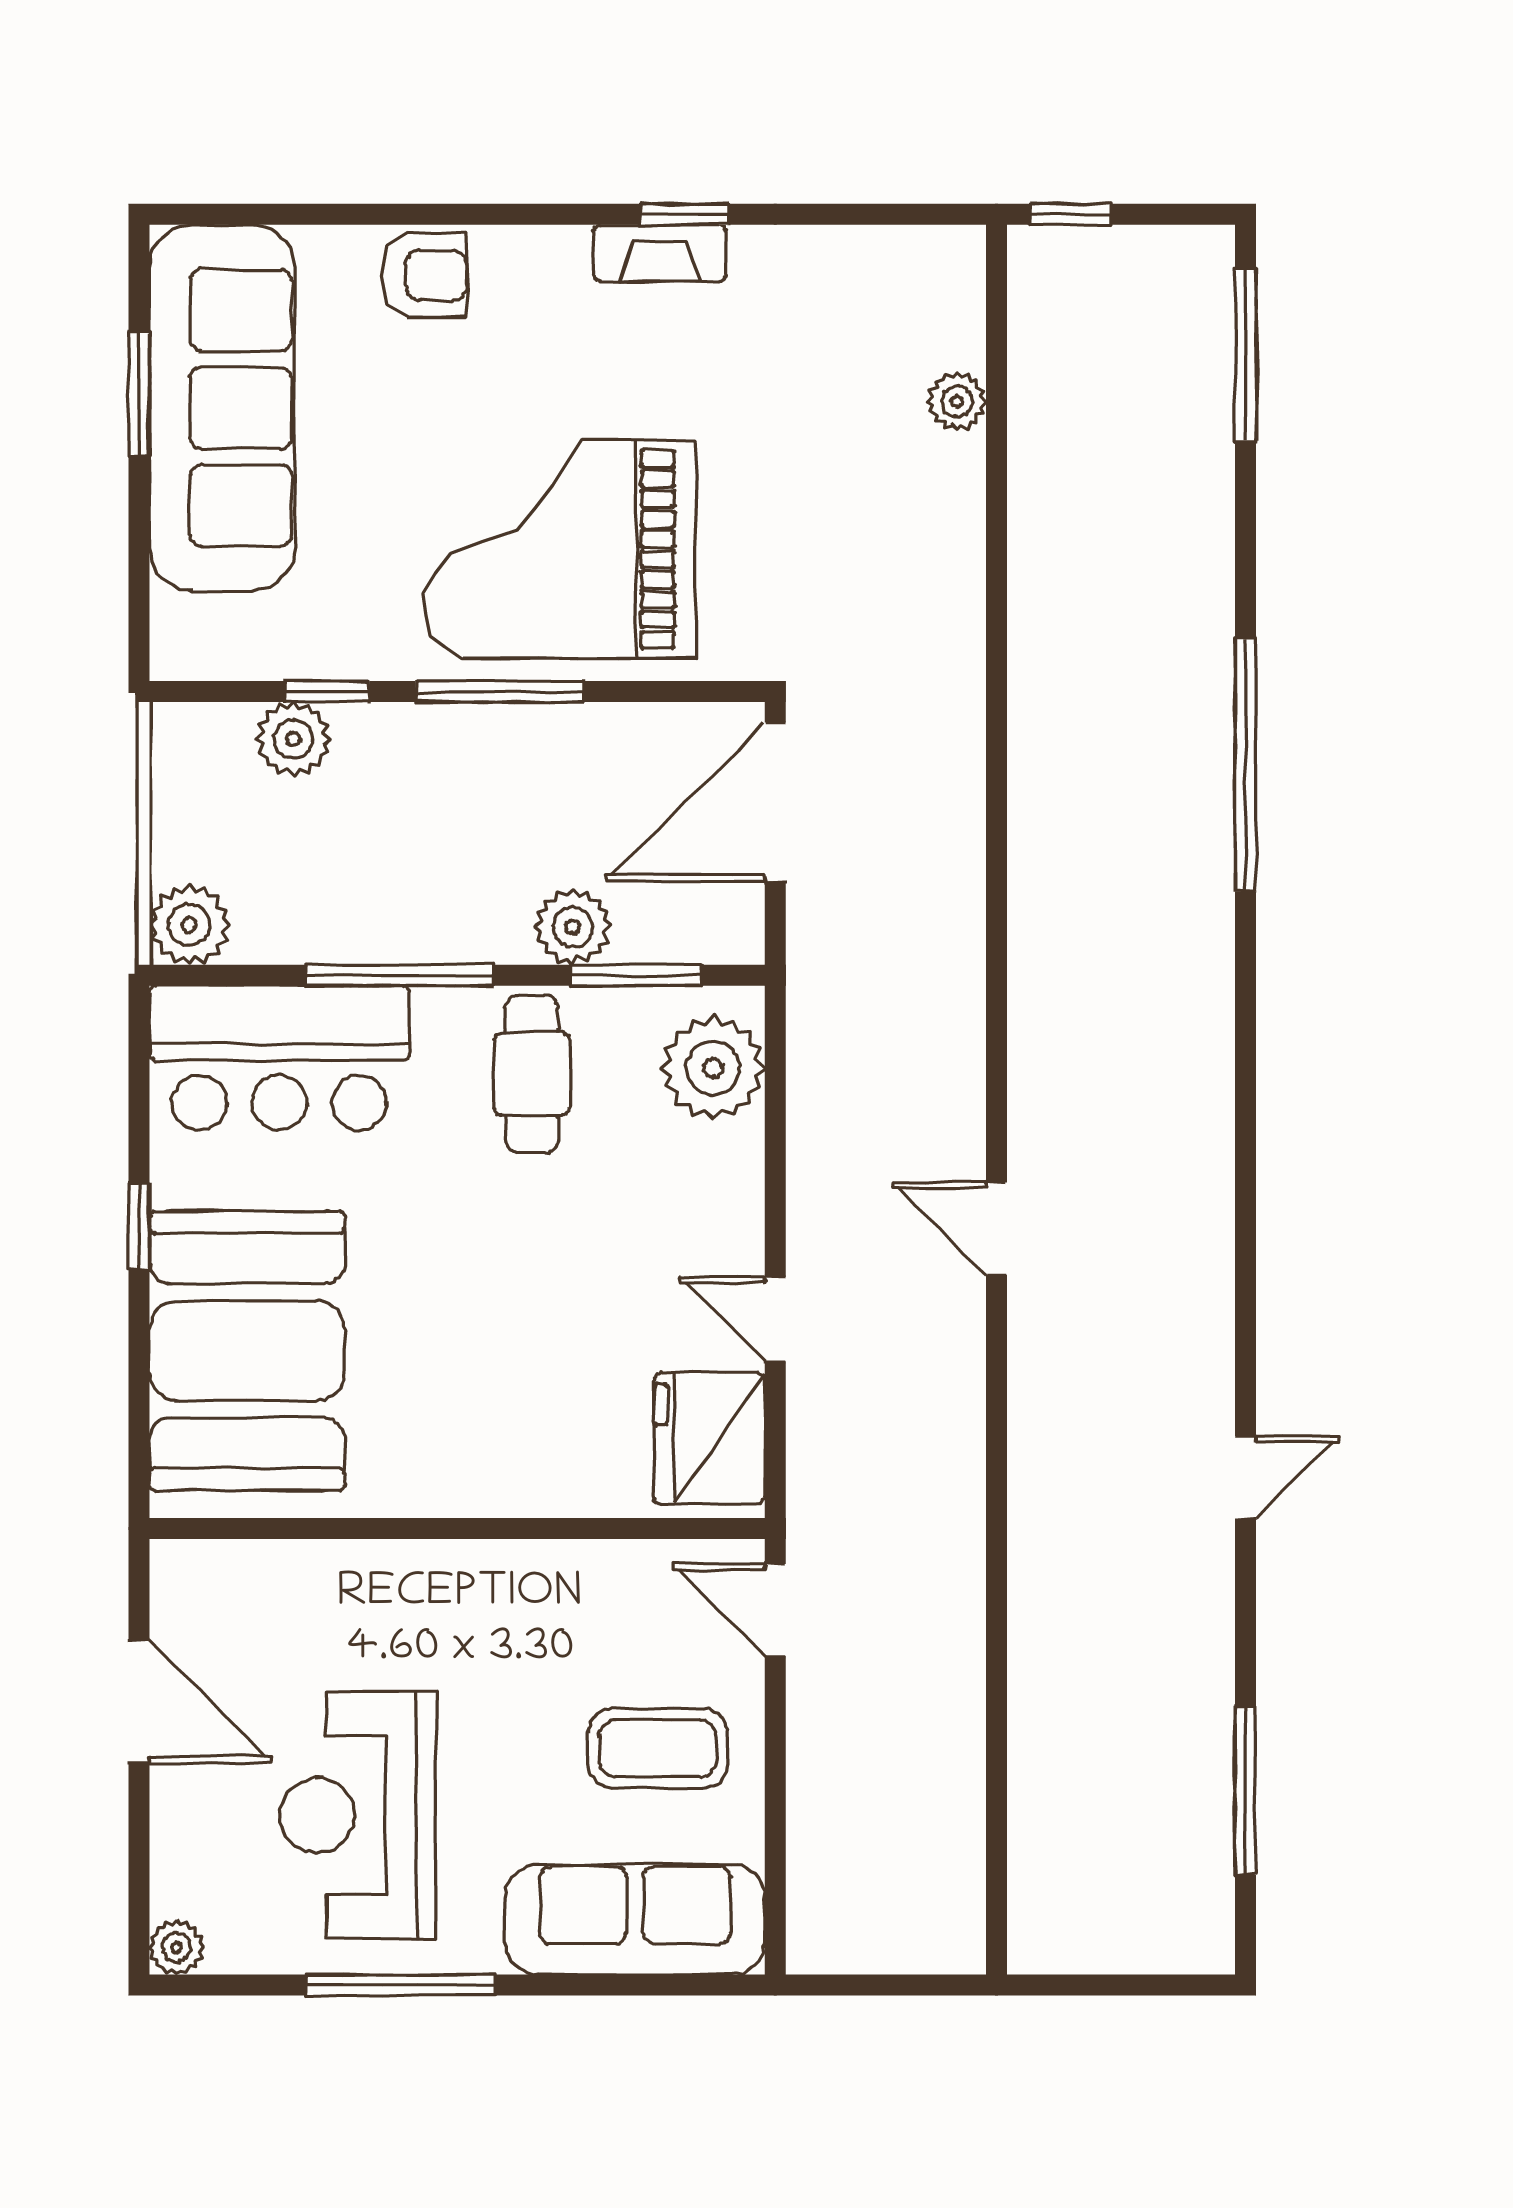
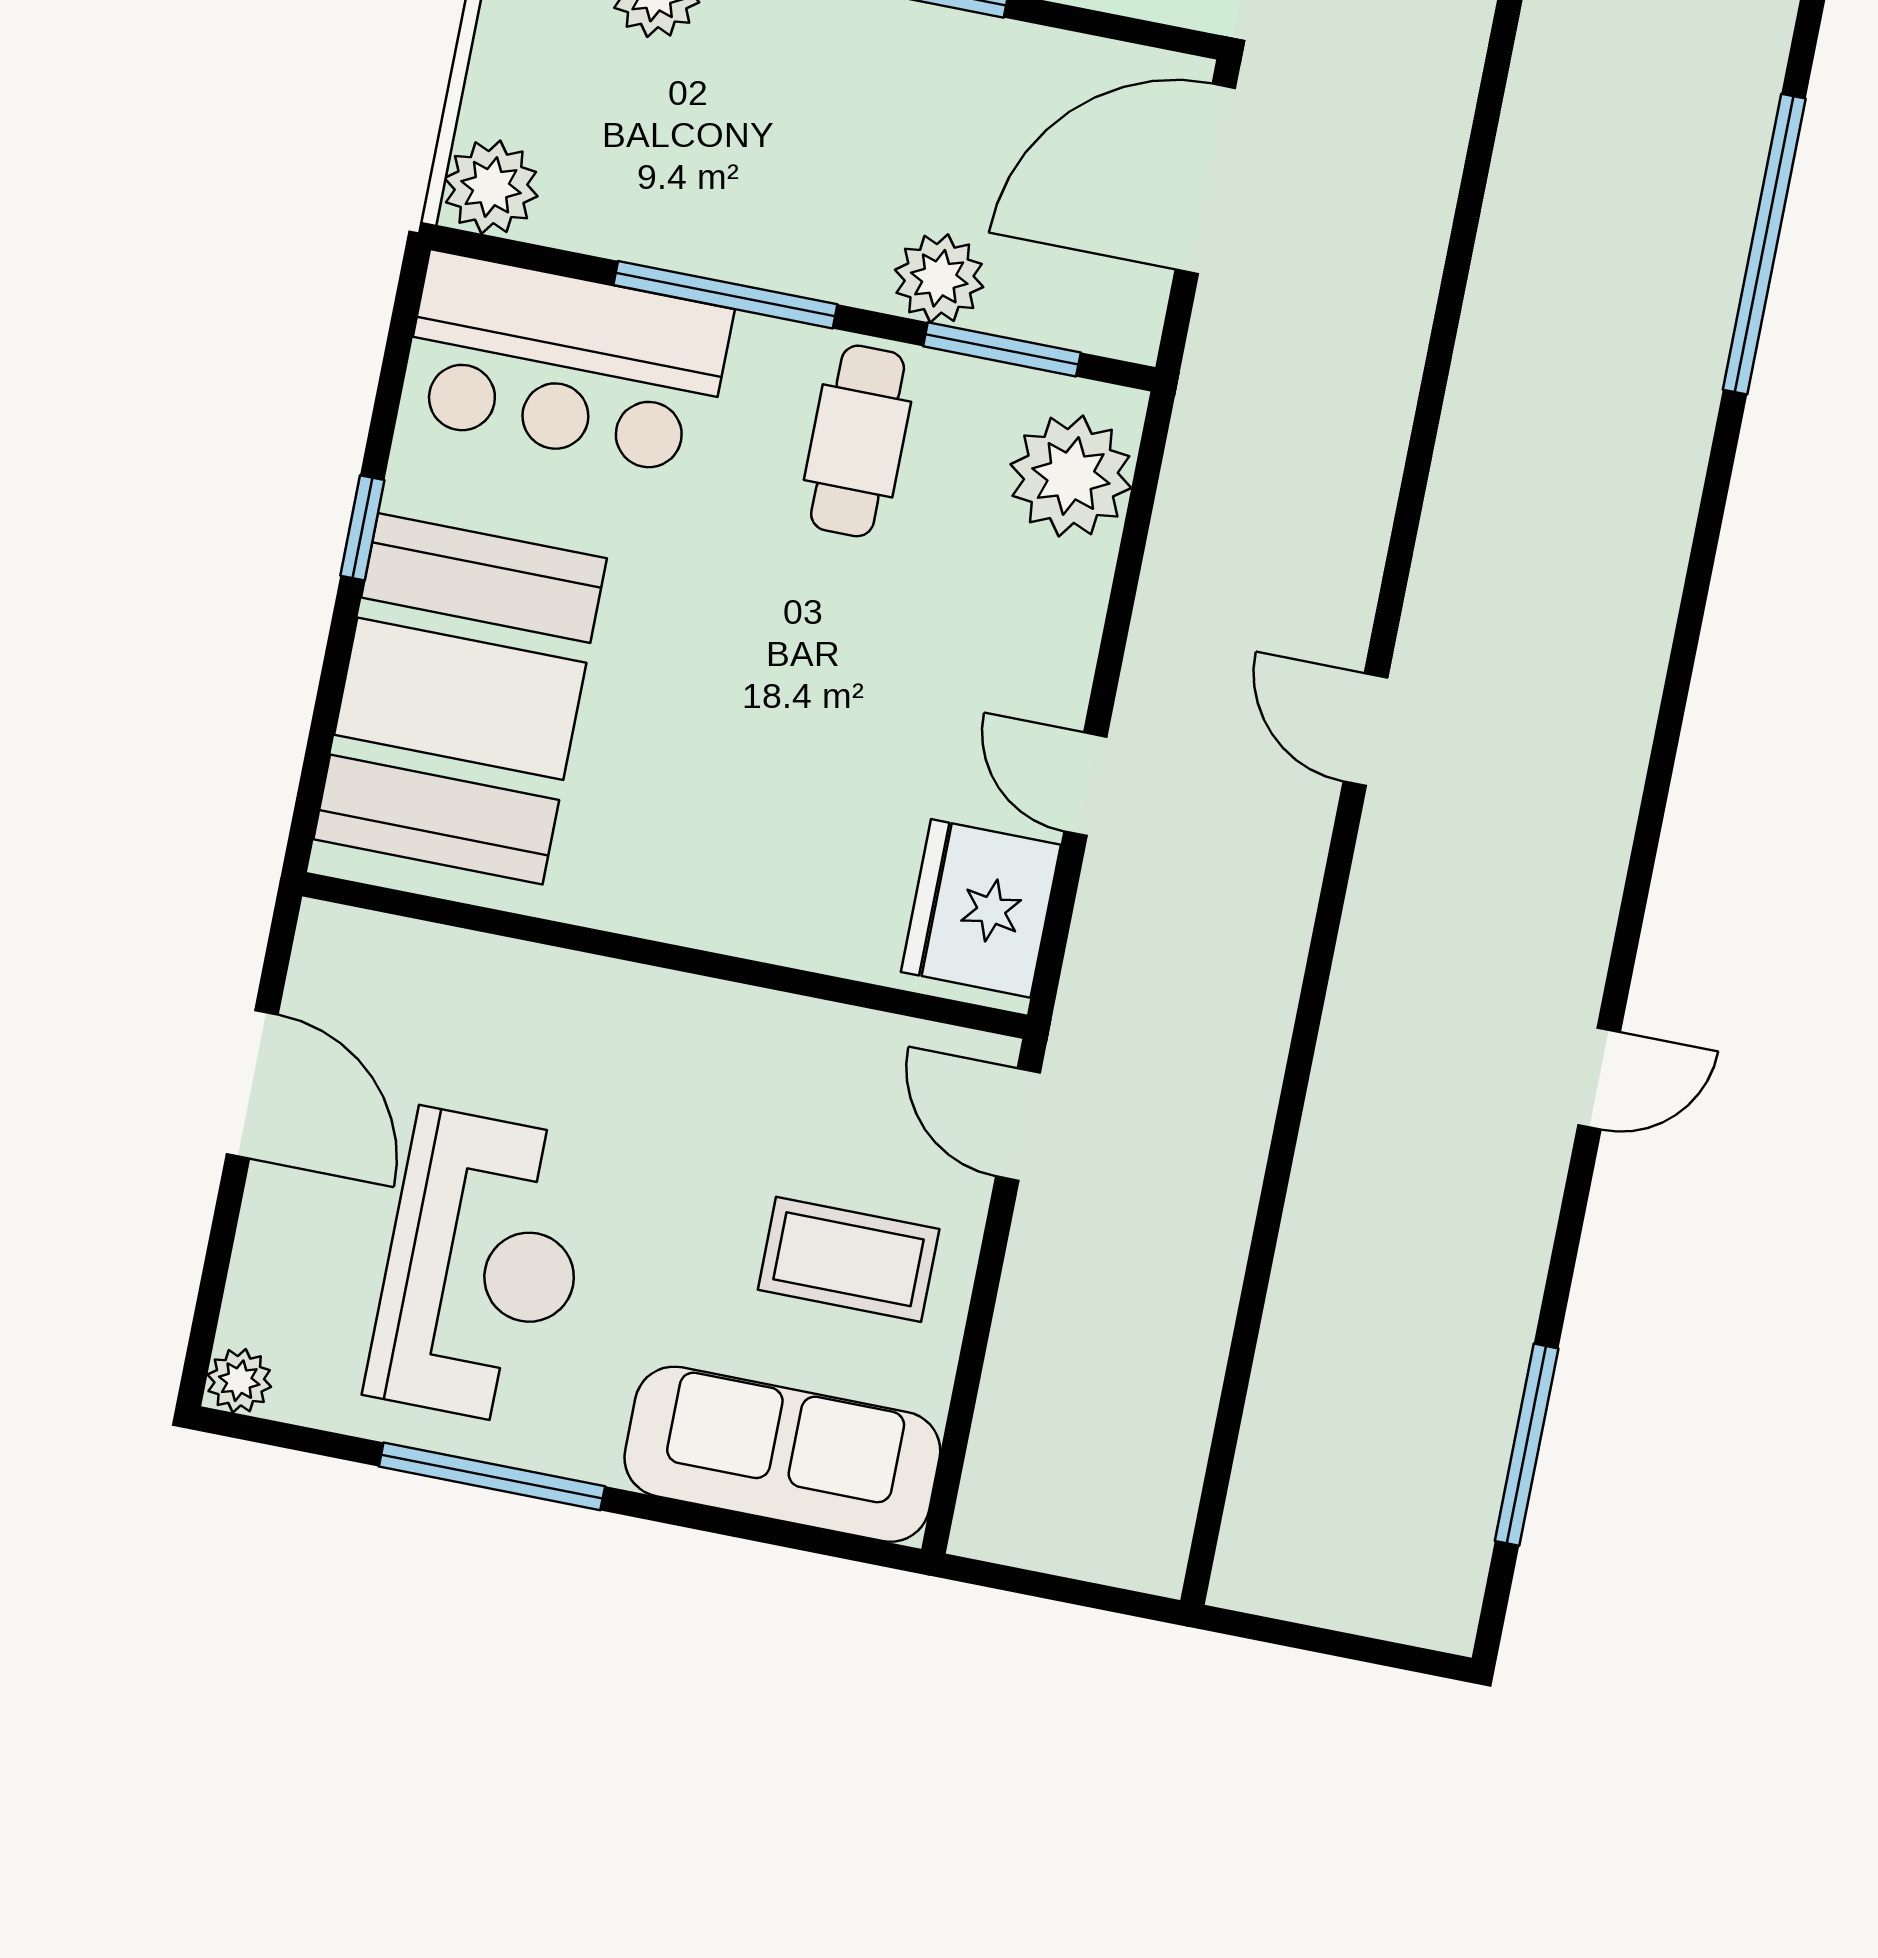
reception desk: (357, 1815) -> (482, 1268), turned 180

